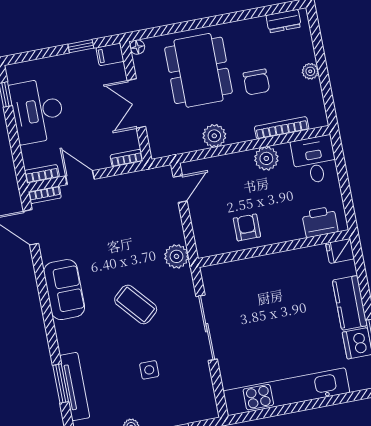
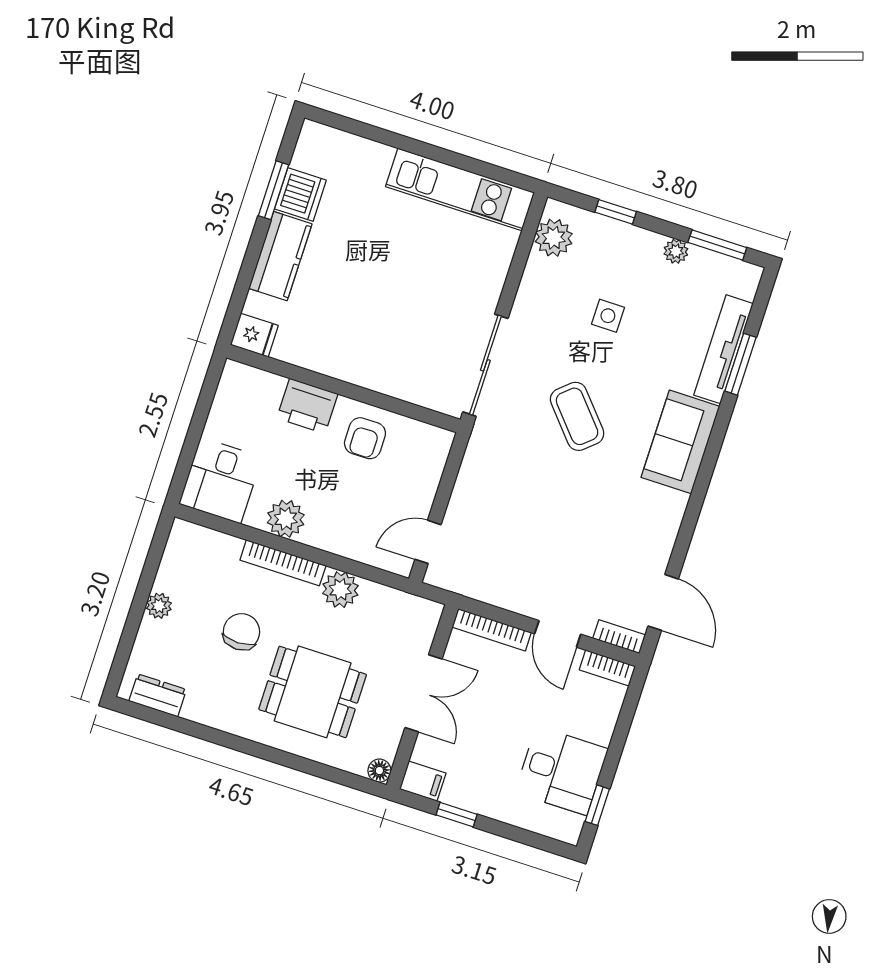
dining table: (198, 70) -> (313, 692), width x0.73
desk: (37, 111) -> (562, 771), width x0.73
bookcase: (282, 128) -> (283, 563), moved
bookcase: (127, 158) -> (492, 630), width x1.56
printer: (320, 222) -> (307, 406), moved
plant: (176, 256) -> (554, 238), moved
sofa: (64, 290) -> (680, 442), moved
sliding door: (207, 328) -> (485, 365), moved
kitchen unit: (286, 392) -> (460, 189), width x0.73

